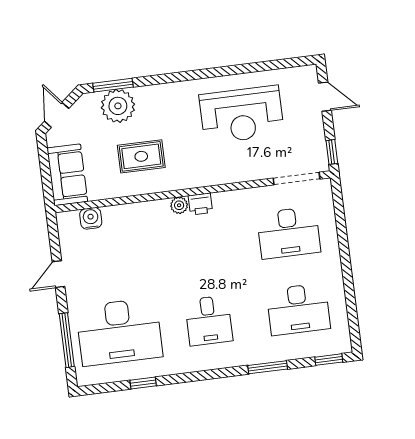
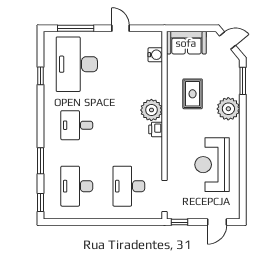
plant: (118, 106) -> (228, 109), moved
plant: (179, 205) -> (151, 110), width x1.87, depth x1.87

